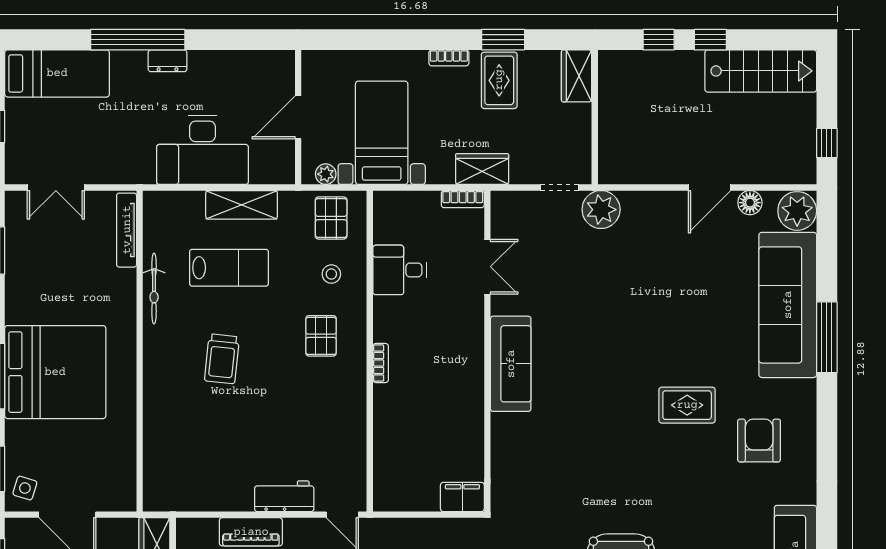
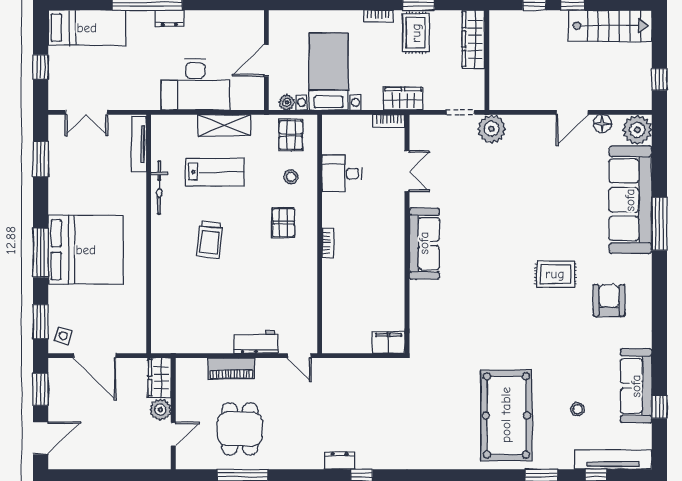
wardrobe: (577, 76) -> (473, 39), width x1.50

